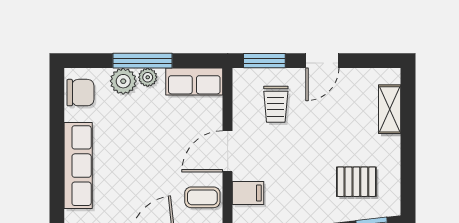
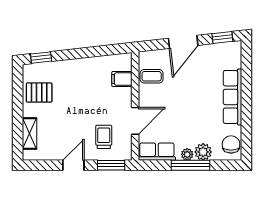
chair: (80, 93) -> (231, 144), turned 90
door: (228, 151) -> (135, 121), moved
pallet: (356, 182) -> (39, 93), moved

